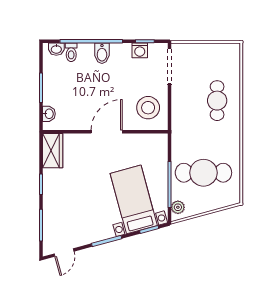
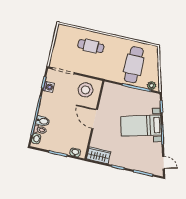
bidet: (102, 53) -> (43, 121), moved
bed with nightstands: (134, 199) -> (141, 126), moved

